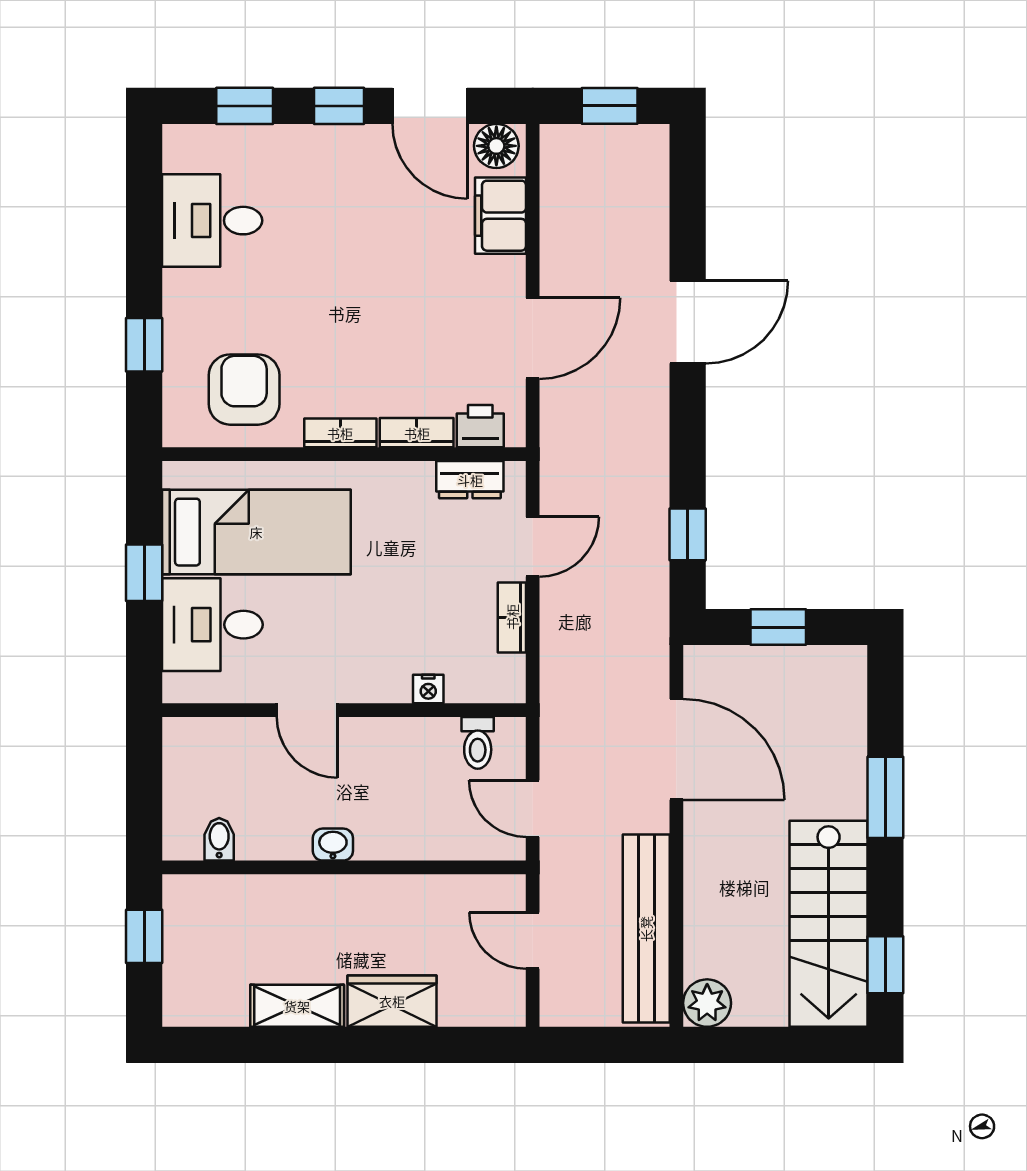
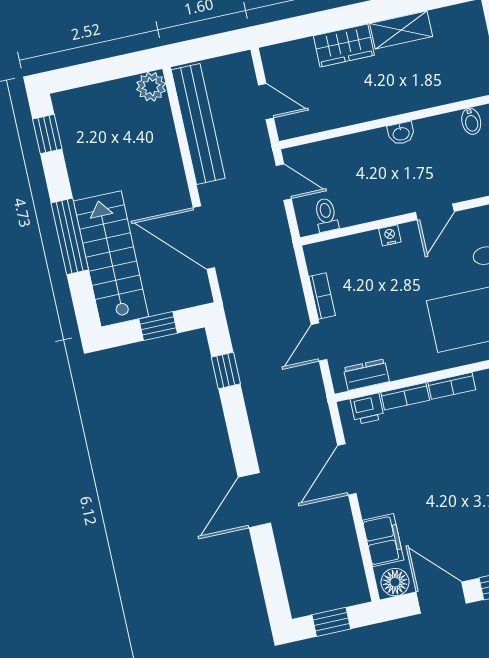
nightstand: (428, 689) -> (390, 235), moved
door: (307, 710) -> (435, 212), swing flipped
window: (885, 797) -> (70, 236), width x1.44
stairs: (829, 924) -> (111, 259), moved

